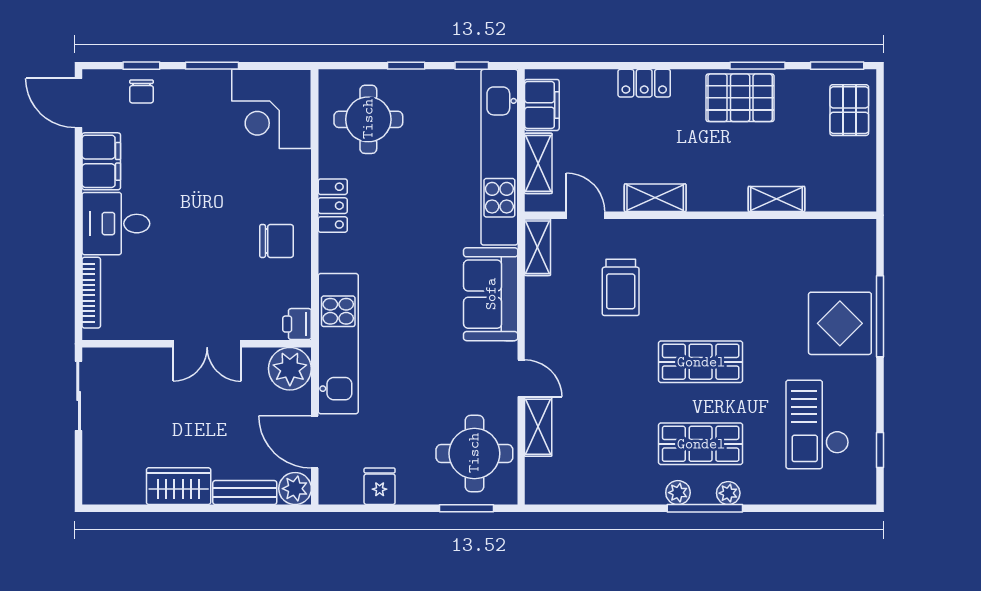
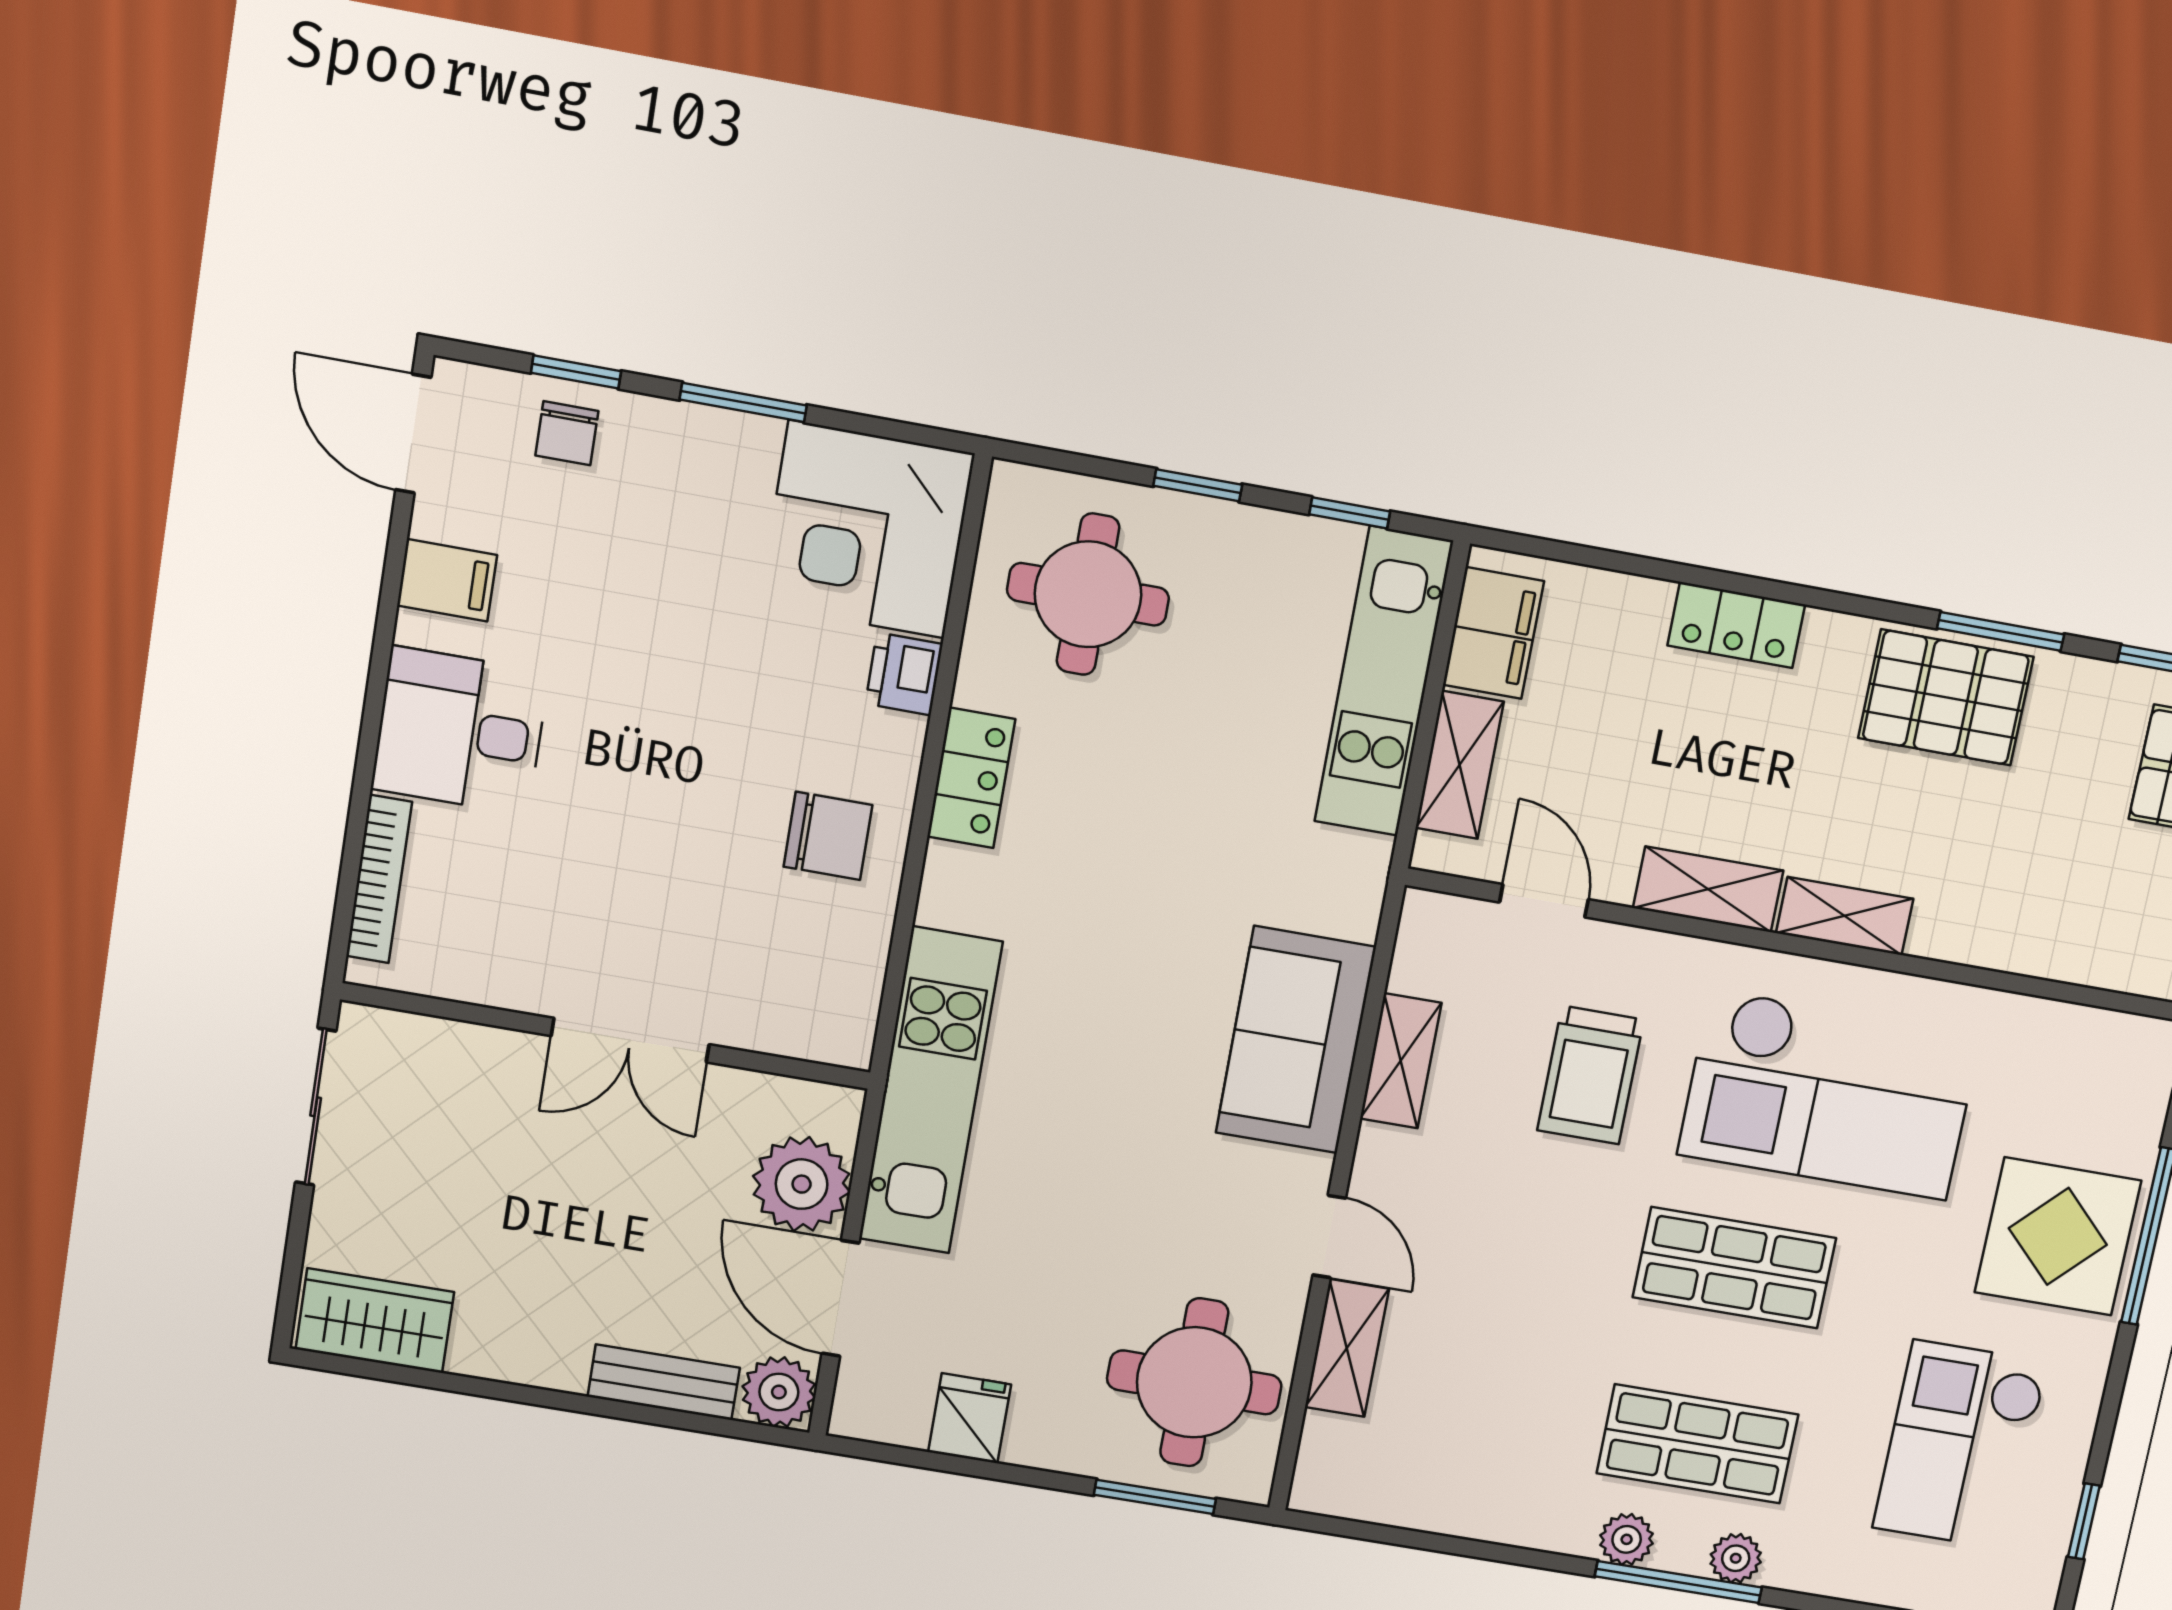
kitchen unit: (499, 157) -> (1384, 682), width x0.73
filing cabinet: (101, 161) -> (447, 580), width x0.50
shelving: (776, 199) -> (1845, 916), moved
shelving: (538, 247) -> (1401, 1061), moved
checkout: (726, 278) -> (1829, 1094), added
printer: (297, 324) -> (904, 674), moved
plant: (290, 369) -> (802, 1184), moved
wardrobe: (179, 486) -> (375, 1321), moved

